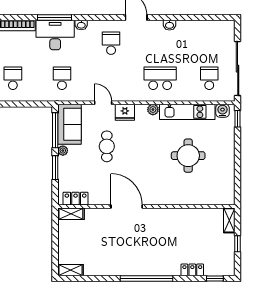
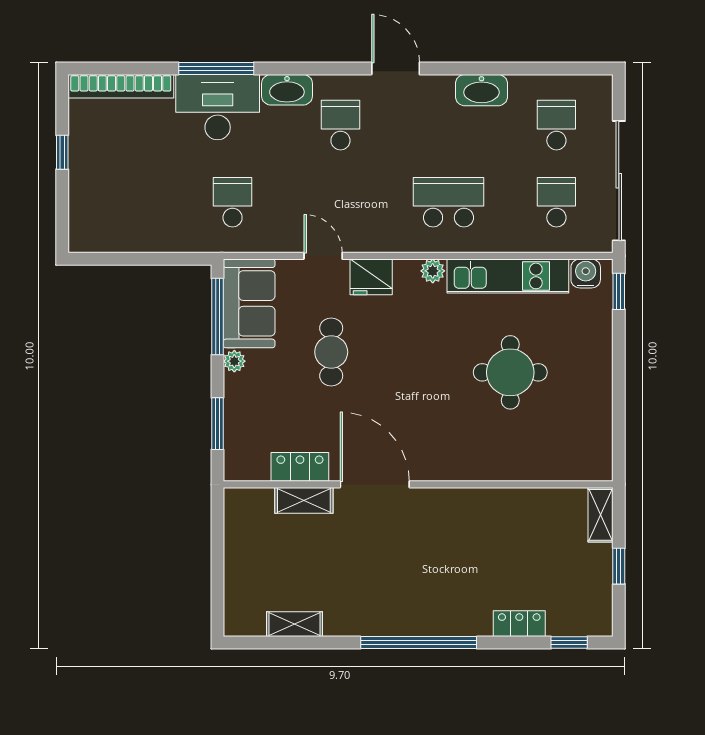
washbasin: (81, 25) -> (287, 90), width x1.91, depth x1.45
washbasin: (169, 25) -> (481, 90), width x1.91, depth x1.45
school desk: (13, 78) -> (556, 125), moved
window: (55, 168) -> (217, 424), moved
locker: (76, 199) -> (300, 467), moved
shelving: (71, 214) -> (304, 500), moved
shelving: (70, 270) -> (295, 624), moved

